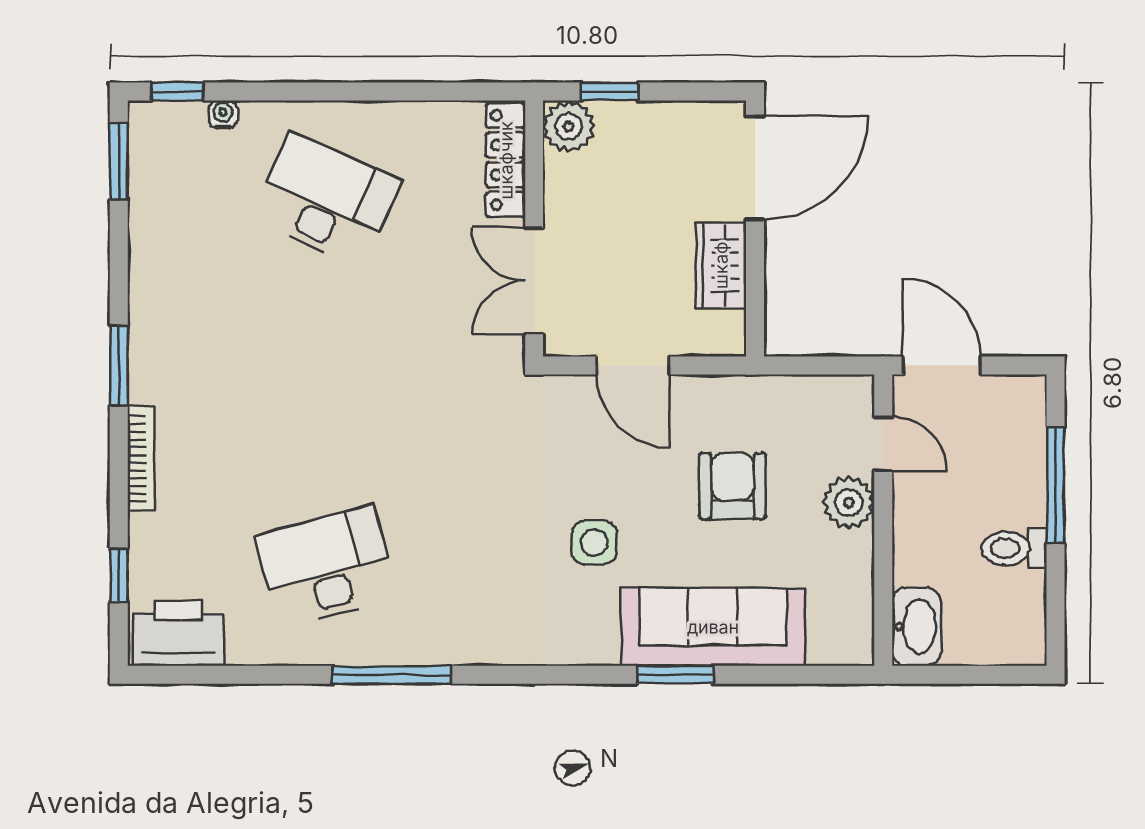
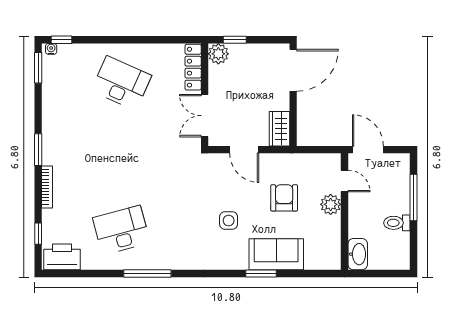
water cooler: (223, 114) -> (51, 49), moved
wardrobe: (721, 265) -> (279, 129), moved
sofa: (713, 627) -> (276, 254), width x0.73

